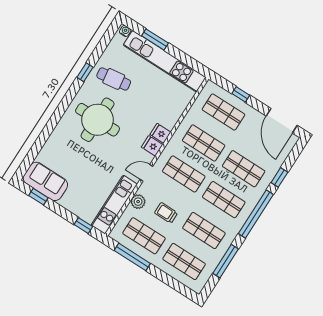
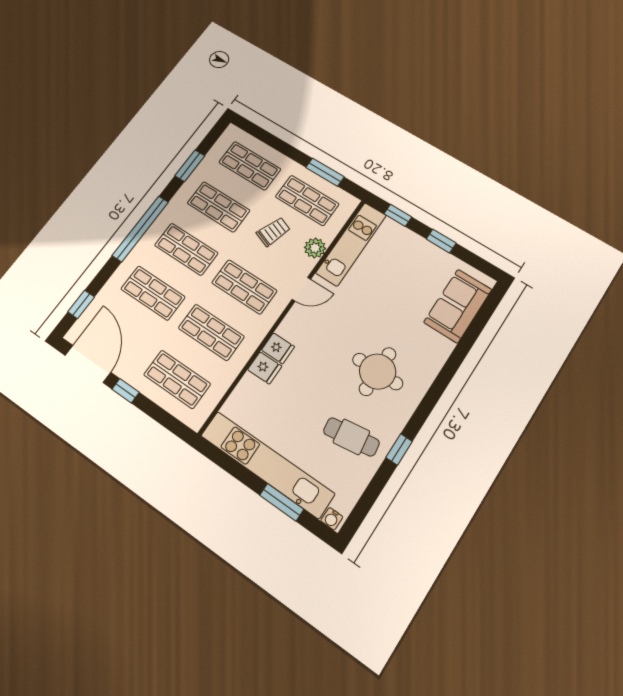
window: (241, 94) -> (125, 391), moved
round table: (98, 120) -> (378, 372), width x0.73, depth x0.73
fridge: (152, 146) -> (265, 368), moved
window: (279, 177) -> (81, 304), moved
sofa: (45, 181) -> (458, 306), moved, turned 90
window: (38, 197) -> (441, 241), moved
trolley: (166, 213) -> (273, 232), turned -70
window: (132, 257) -> (325, 172), width x0.69
window: (226, 261) -> (190, 166), width x0.69

